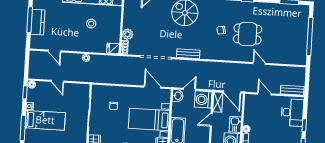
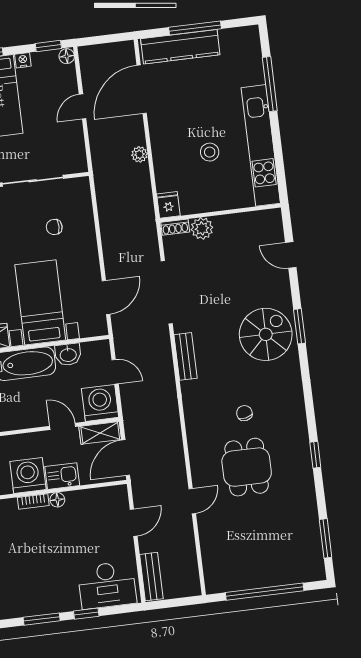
kitchen counter: (38, 22) -> (180, 47), width x1.50
door: (55, 51) -> (142, 89), width x1.88
washbasin: (178, 96) -> (68, 354), moved

